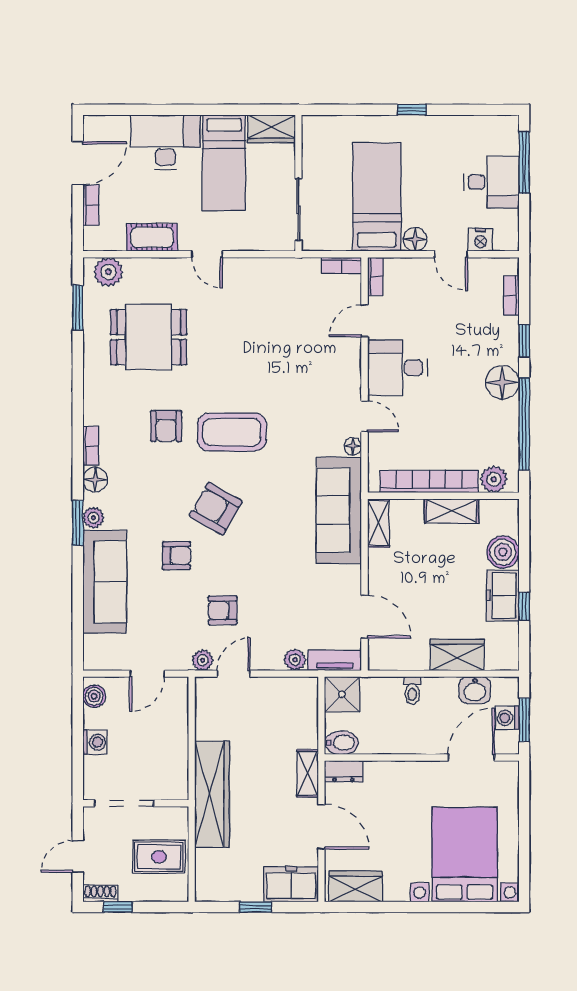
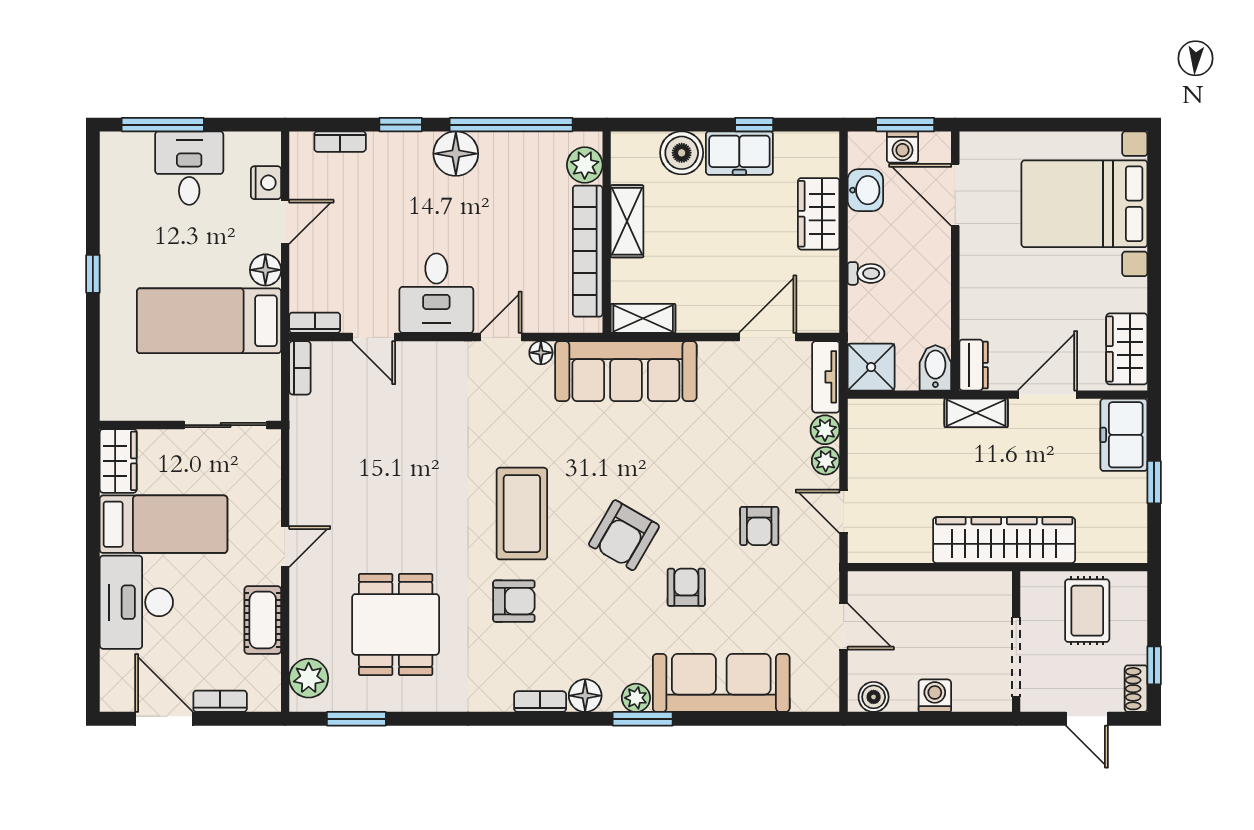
plant: (203, 660) -> (826, 461), moved

